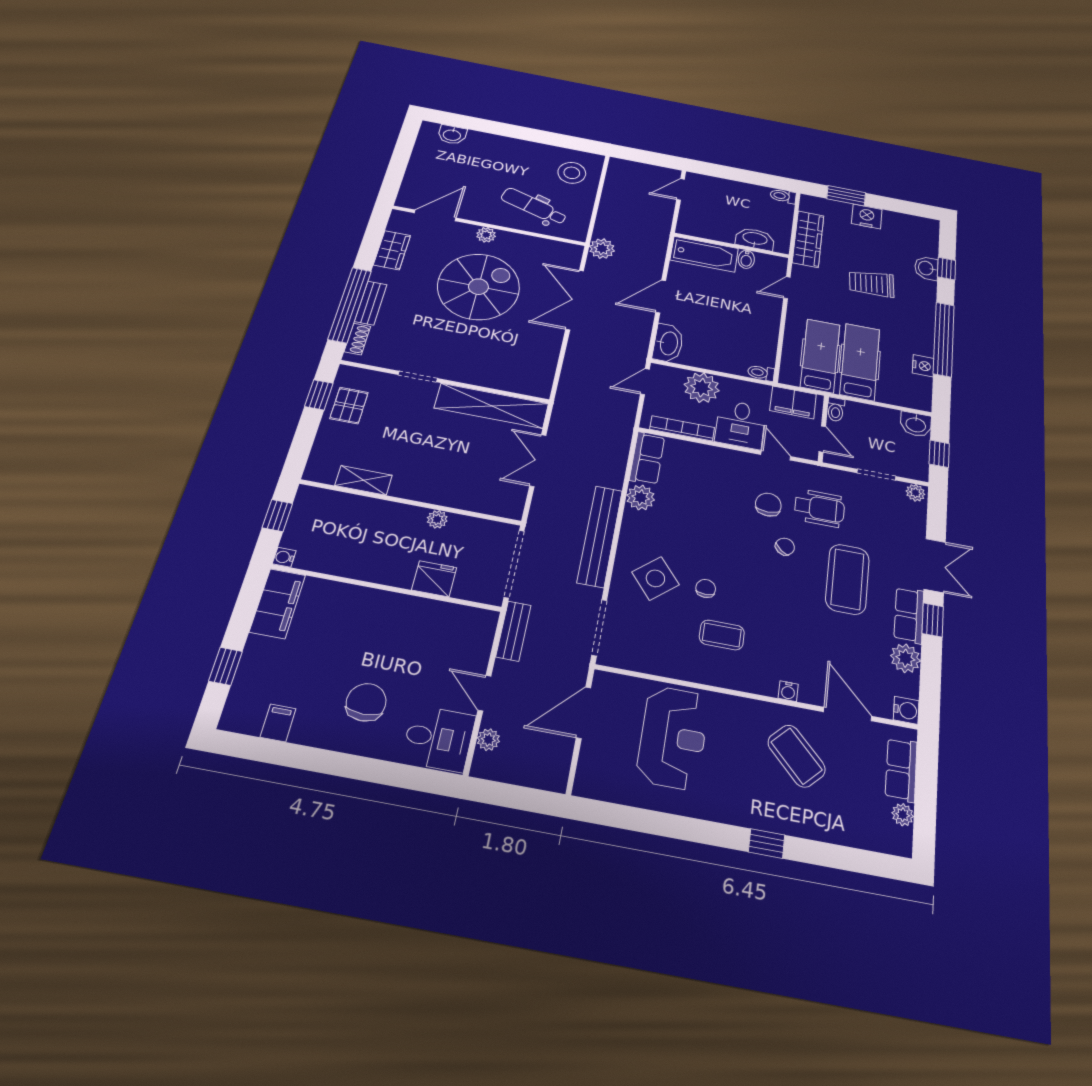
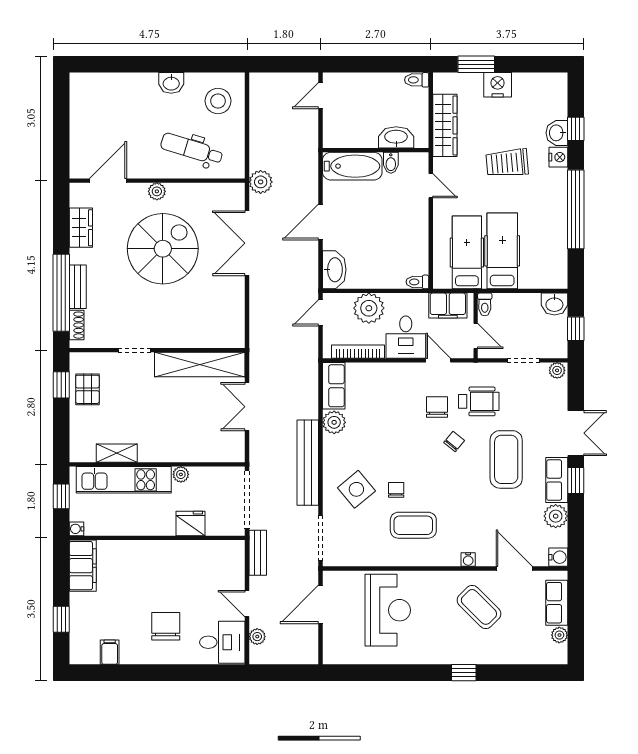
washbasin: (452, 135) -> (171, 83), moved
door: (787, 288) -> (431, 186), swing flipped
nightstand: (923, 366) -> (558, 157), moved
kitchen unit: (363, 512) -> (124, 480), added
coffee table: (722, 635) -> (413, 525), width x1.36, depth x1.30

